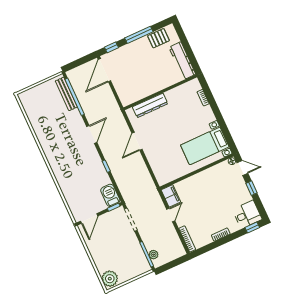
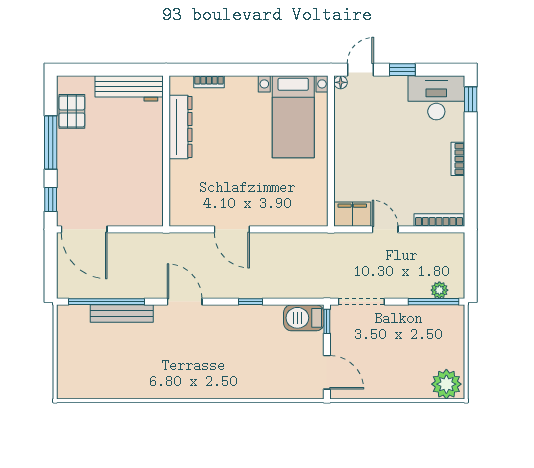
bench: (66, 94) -> (122, 314), moved
dresser: (150, 105) -> (181, 127), moved
desk: (247, 214) -> (436, 98), width x1.37

